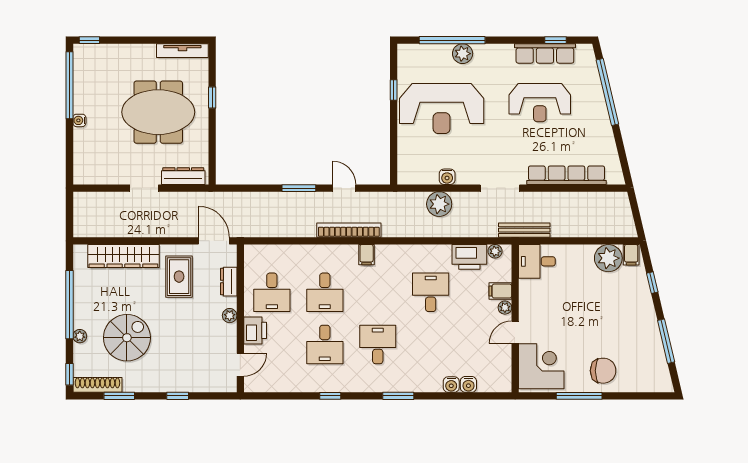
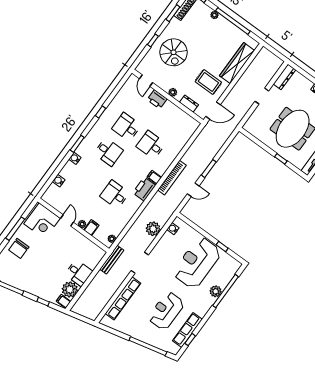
dresser: (183, 176) -> (284, 77), moved
water cooler: (447, 177) -> (173, 229), moved
printer: (469, 257) -> (144, 189), moved
desk: (537, 261) -> (79, 273), moved, turned 90
desk: (272, 292) -> (169, 120), removed
desk: (431, 292) -> (115, 195), turned 180
spiral stairs: (127, 338) -> (173, 52), moved
water cooler: (451, 385) -> (75, 158), moved

